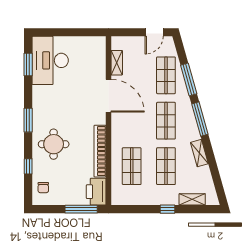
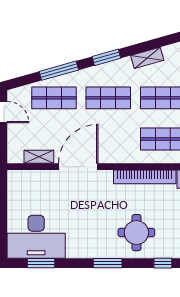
window: (200, 119) -> (106, 57), width x0.69

